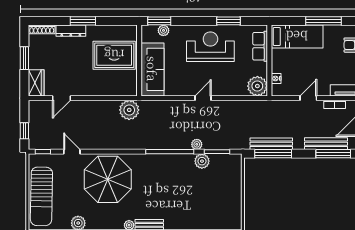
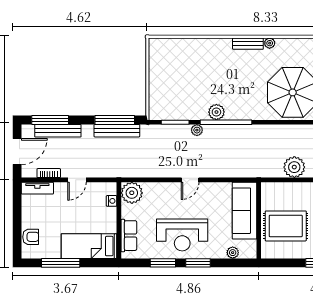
window: (159, 21) -> (198, 263), moved
plant: (129, 110) -> (294, 167), moved
plant: (202, 161) -> (216, 112), moved

